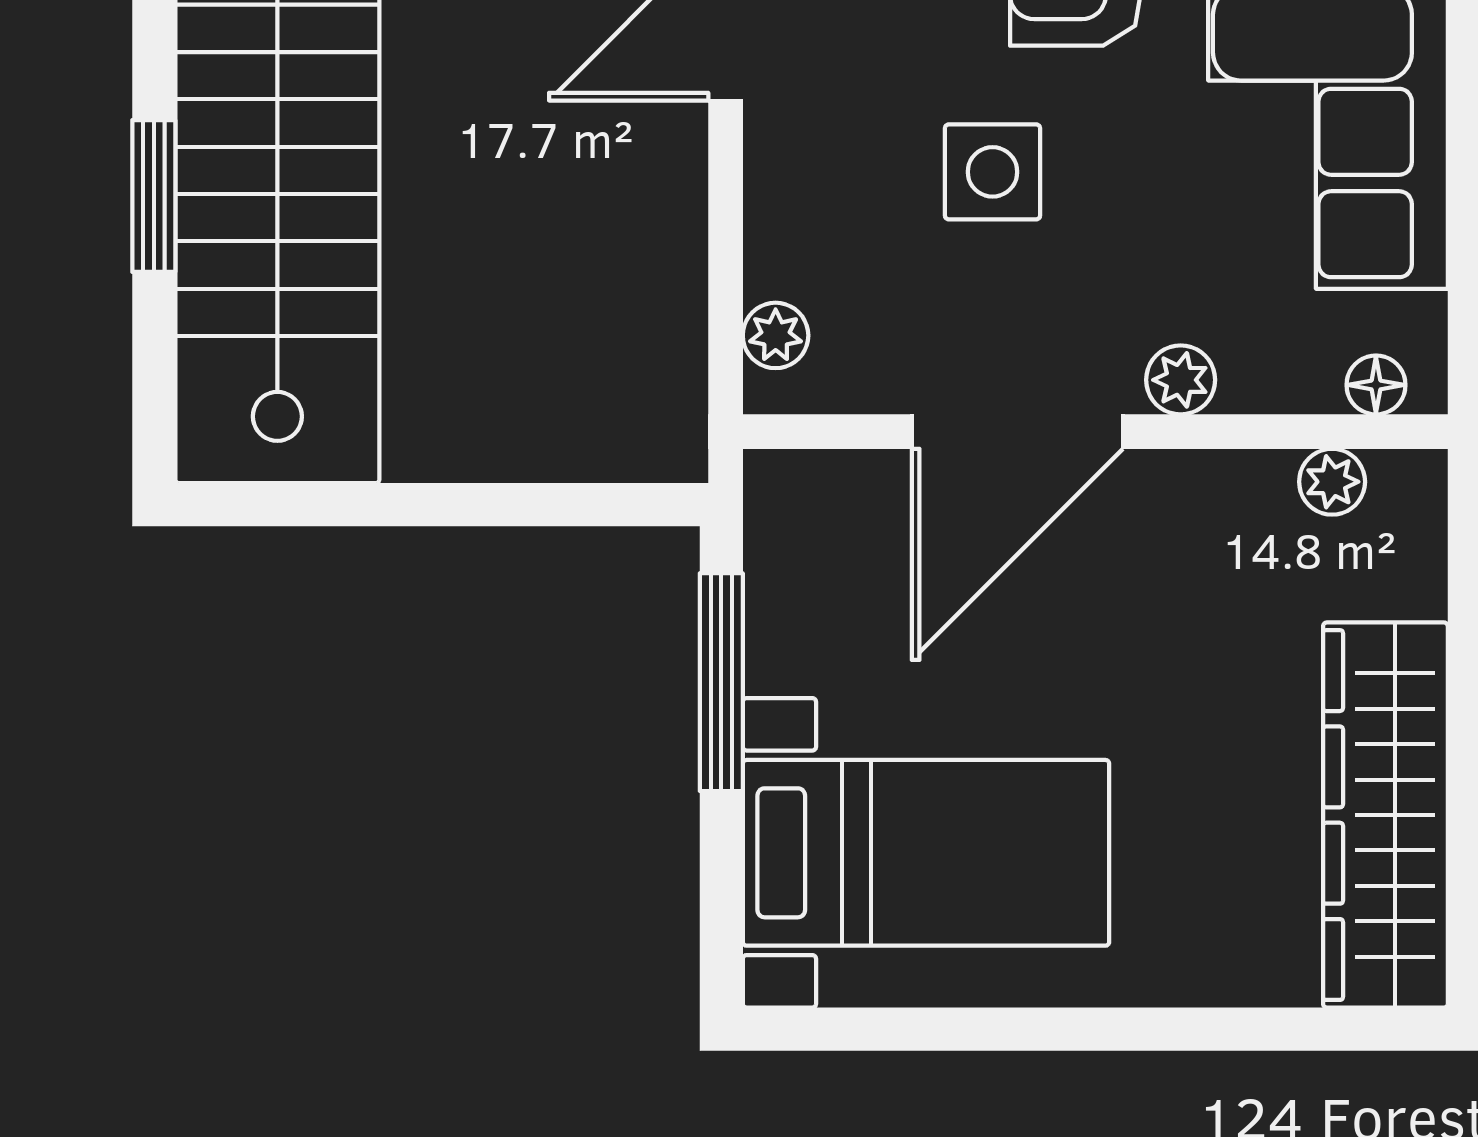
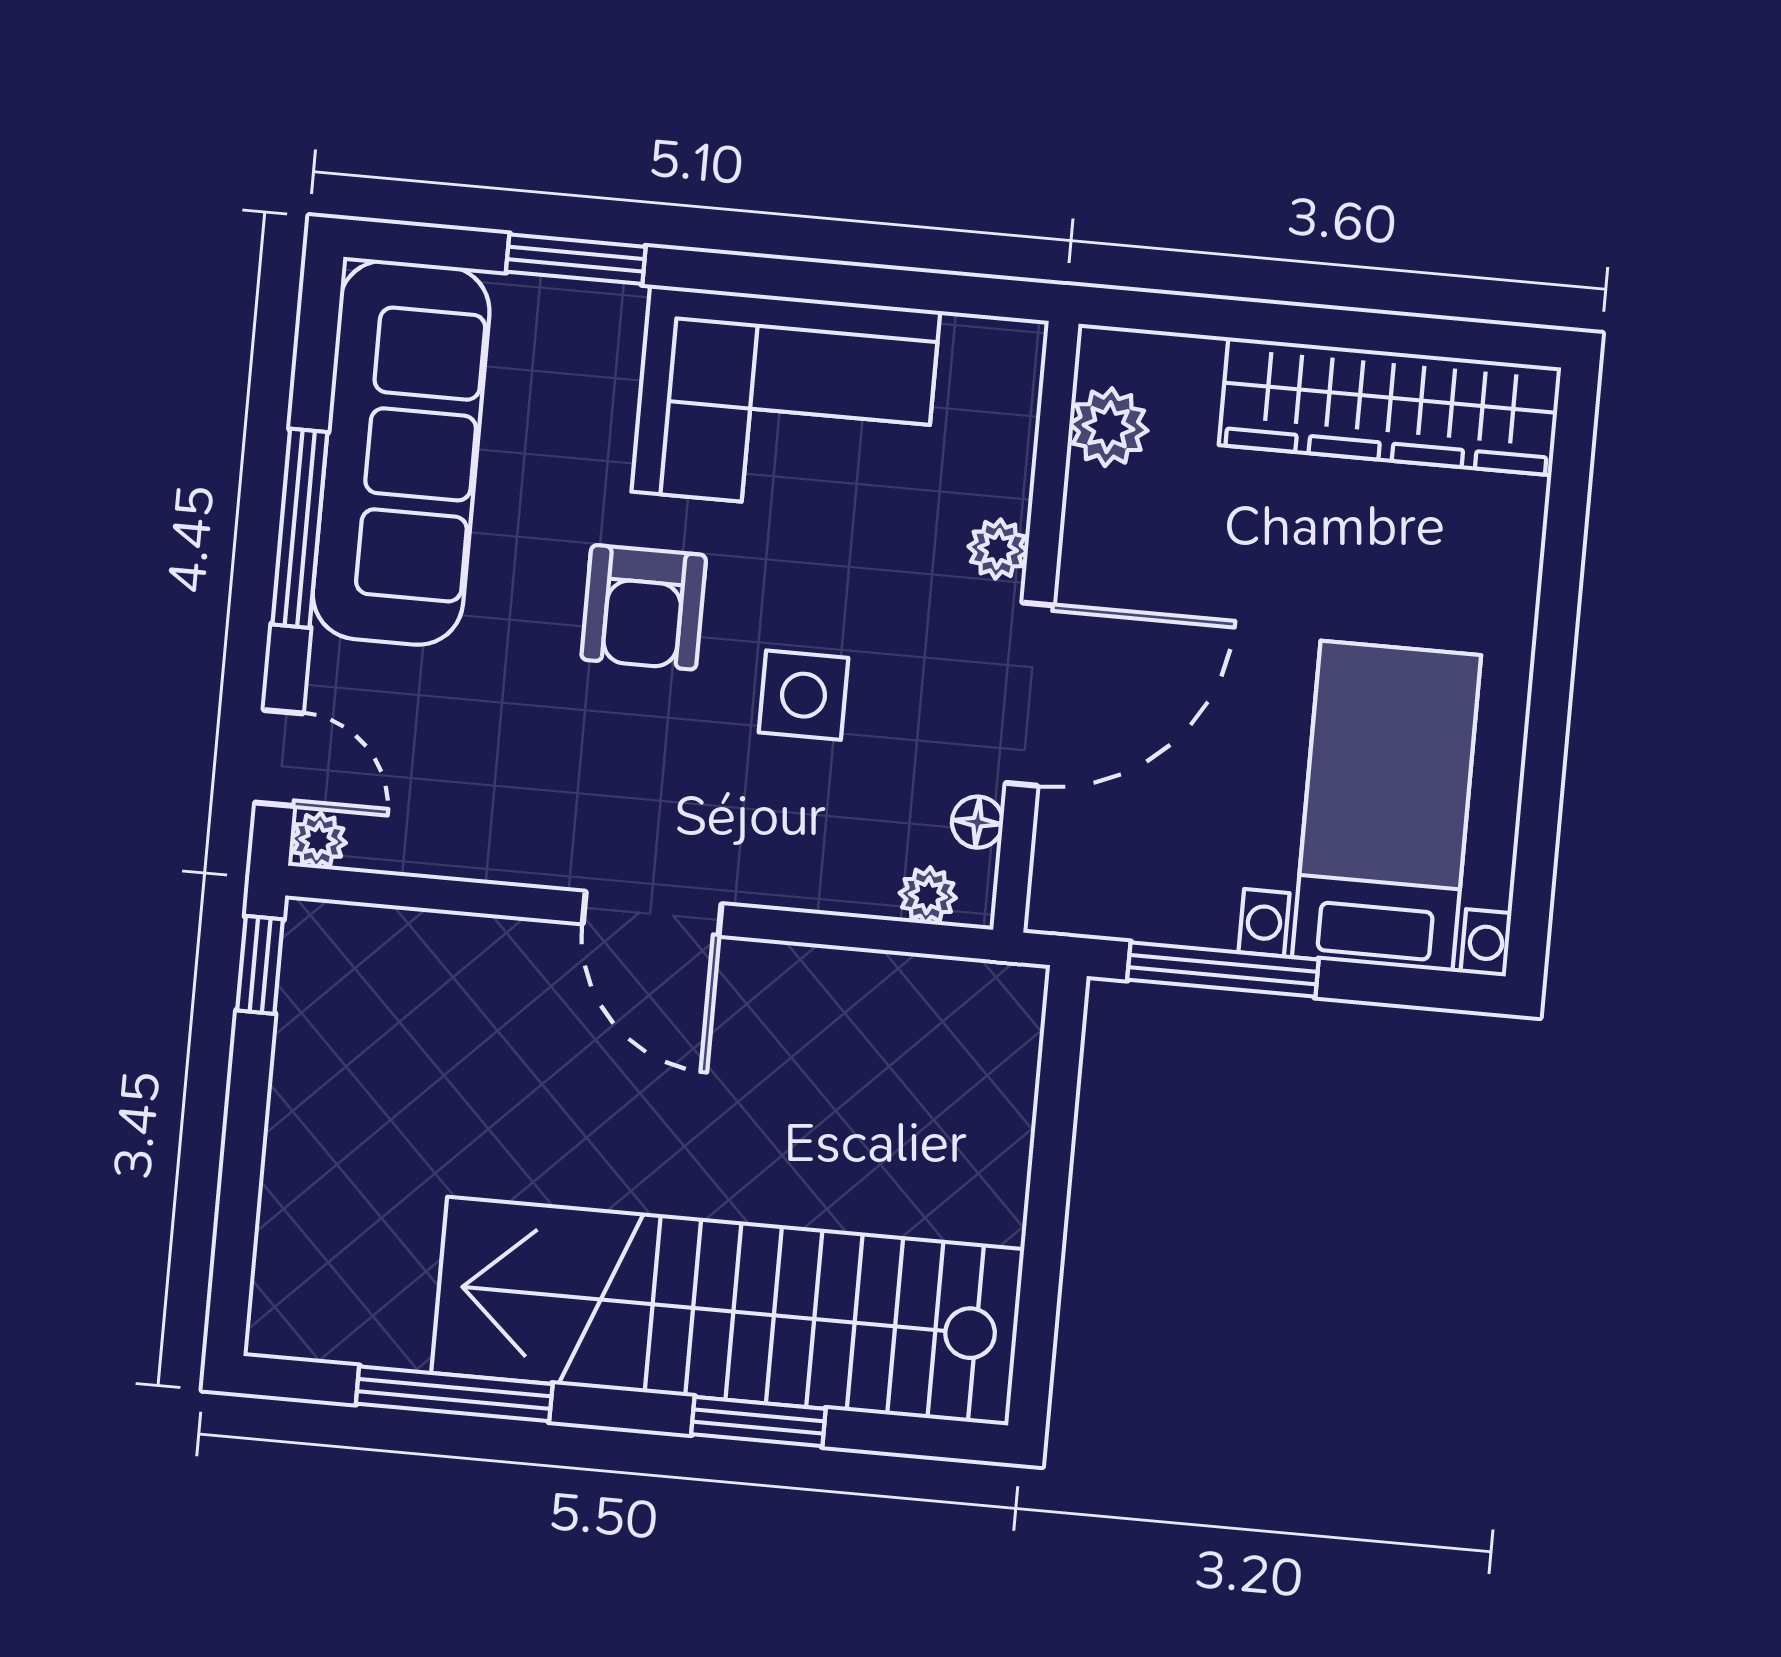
floor lamp: (1376, 385) -> (978, 822), moved
door: (1017, 432) -> (1030, 694), hinge flipped
plant: (1332, 482) -> (1109, 427), width x1.38, depth x1.38

